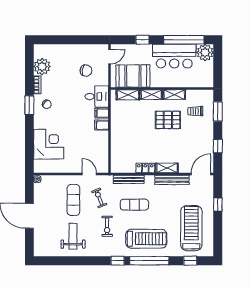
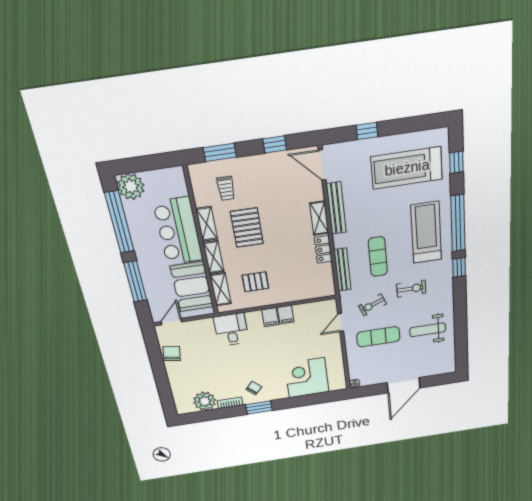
window: (142, 40) -> (135, 281), width x2.17
bar counter: (174, 56) -> (178, 231), moved, turned 180
door: (110, 57) -> (171, 322), hinge flipped
chair: (86, 71) -> (172, 353), moved
filing cabinet: (102, 113) -> (286, 315), moved
pallet: (129, 119) -> (255, 282), added

